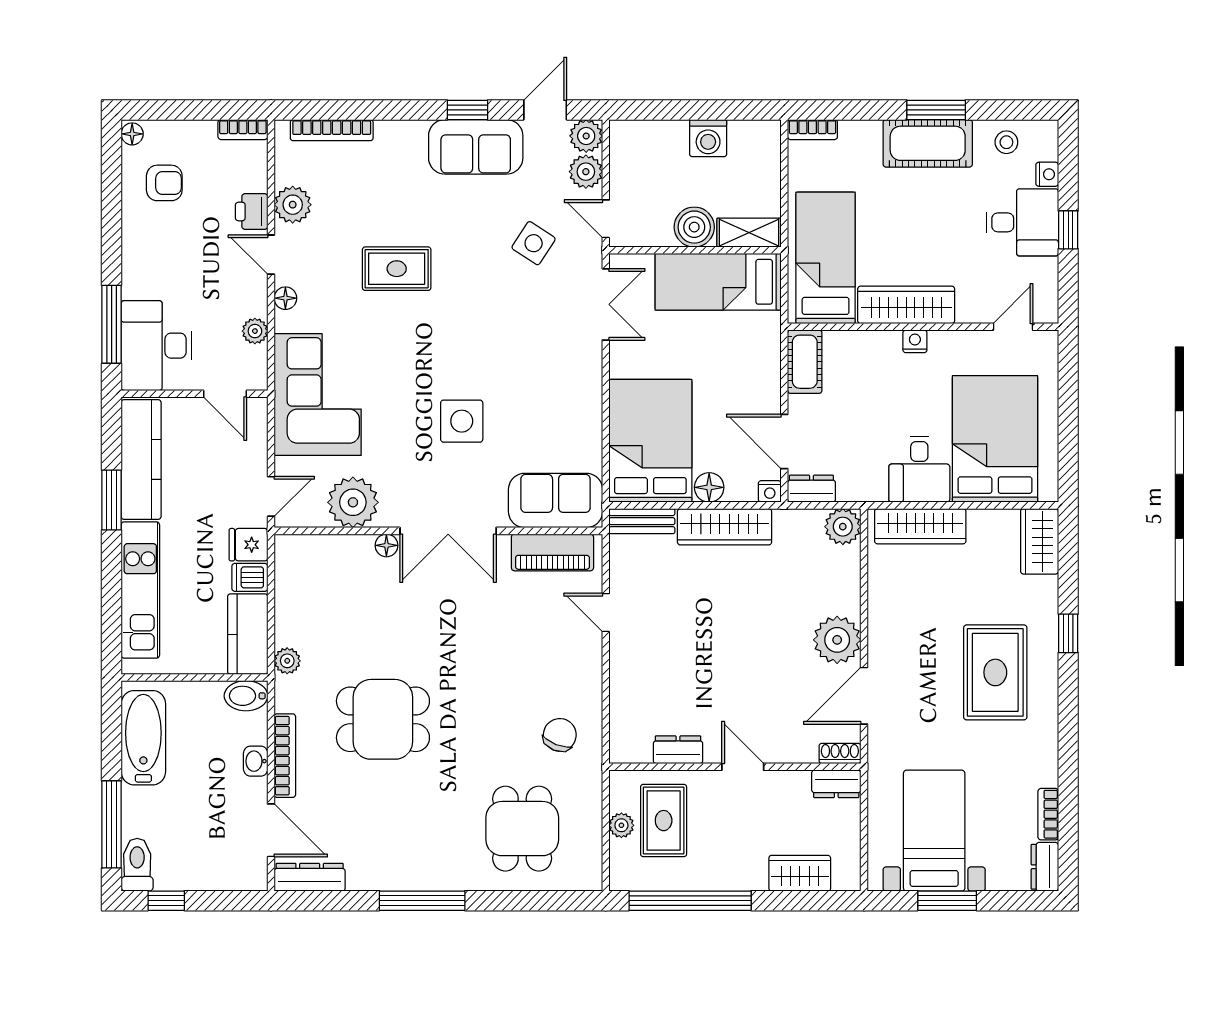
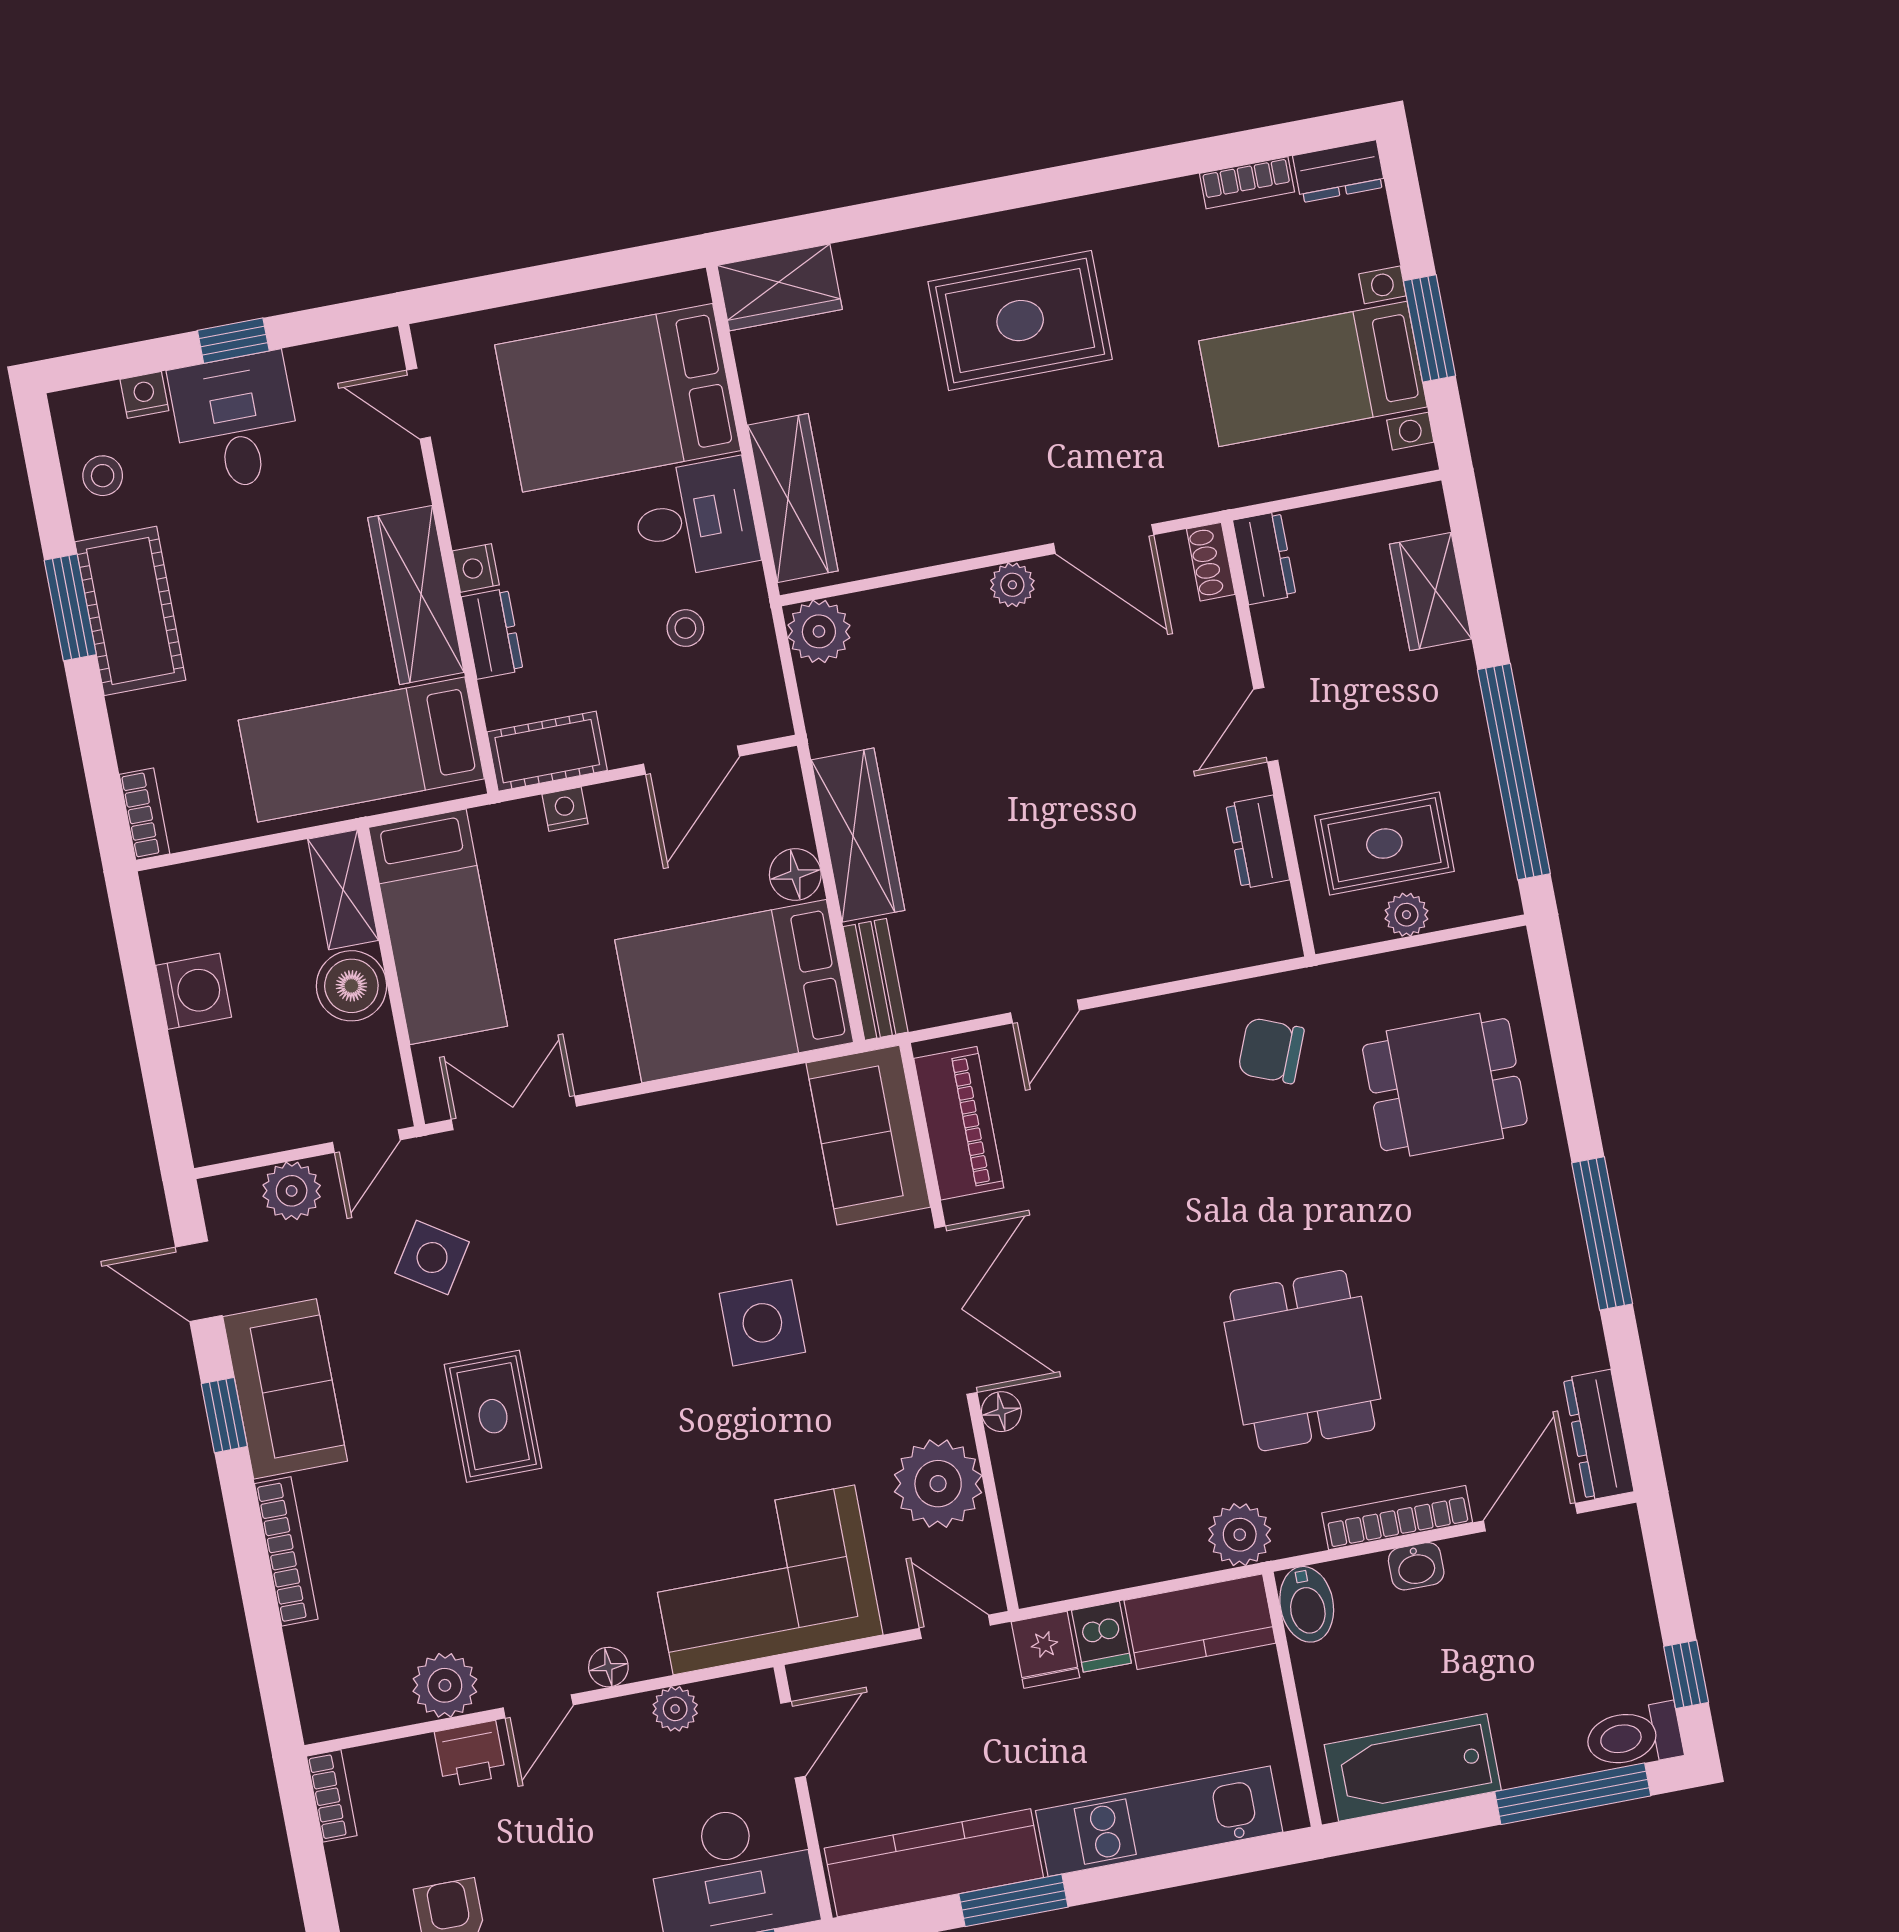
bookcase: (332, 130) -> (286, 1551), moved
plant: (586, 136) -> (230, 1202), removed
rug: (397, 269) -> (493, 1416), moved
stool: (859, 452) -> (685, 628), added
dresser: (811, 489) -> (492, 634), moved, turned 180
nightstand: (770, 491) -> (565, 809), moved, turned -90
window: (1068, 633) -> (929, 208), removed
plant: (837, 640) -> (1012, 585), width x0.53, depth x0.53
plant: (287, 661) -> (1240, 1535), width x1.38, depth x1.38

